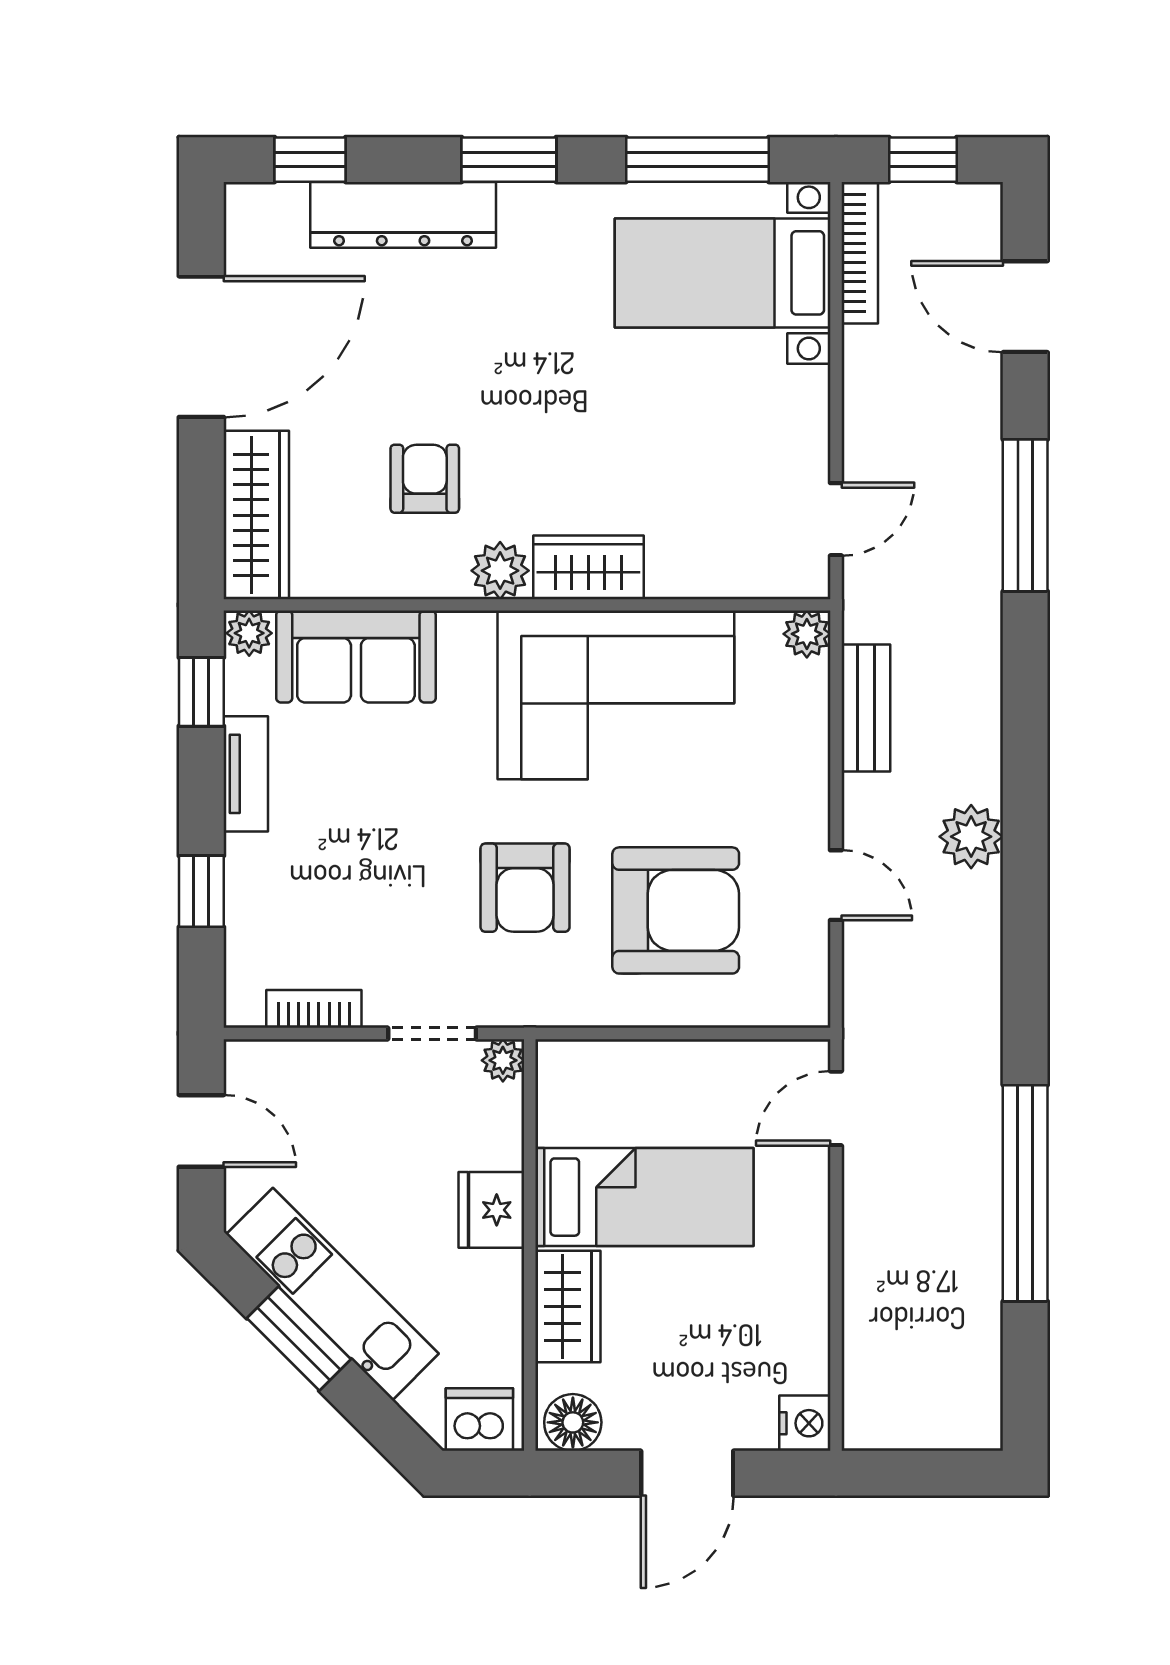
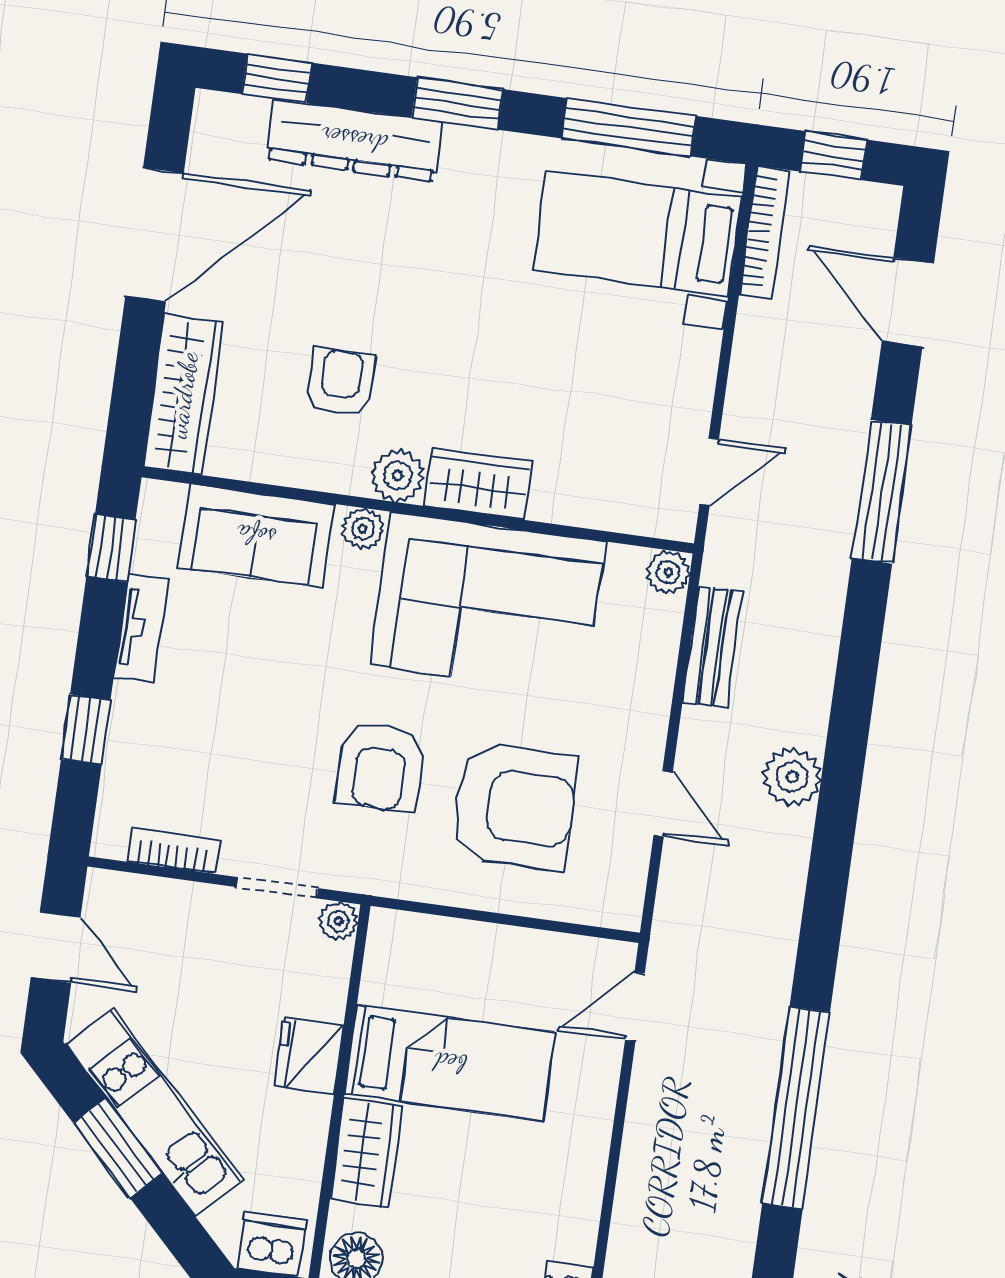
plant: (249, 633) -> (363, 529), moved

